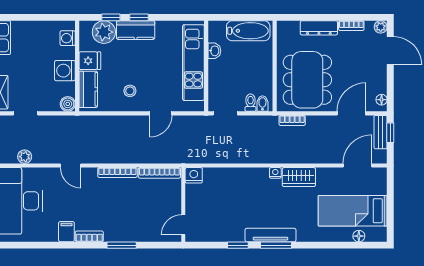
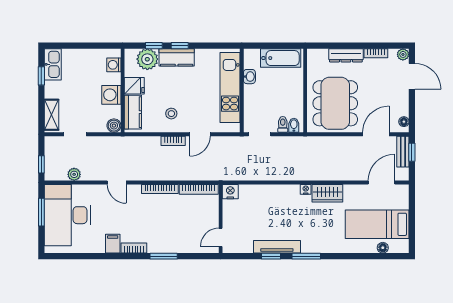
bookcase: (292, 120) -> (173, 141), moved
tv unit: (271, 235) -> (277, 247), moved

